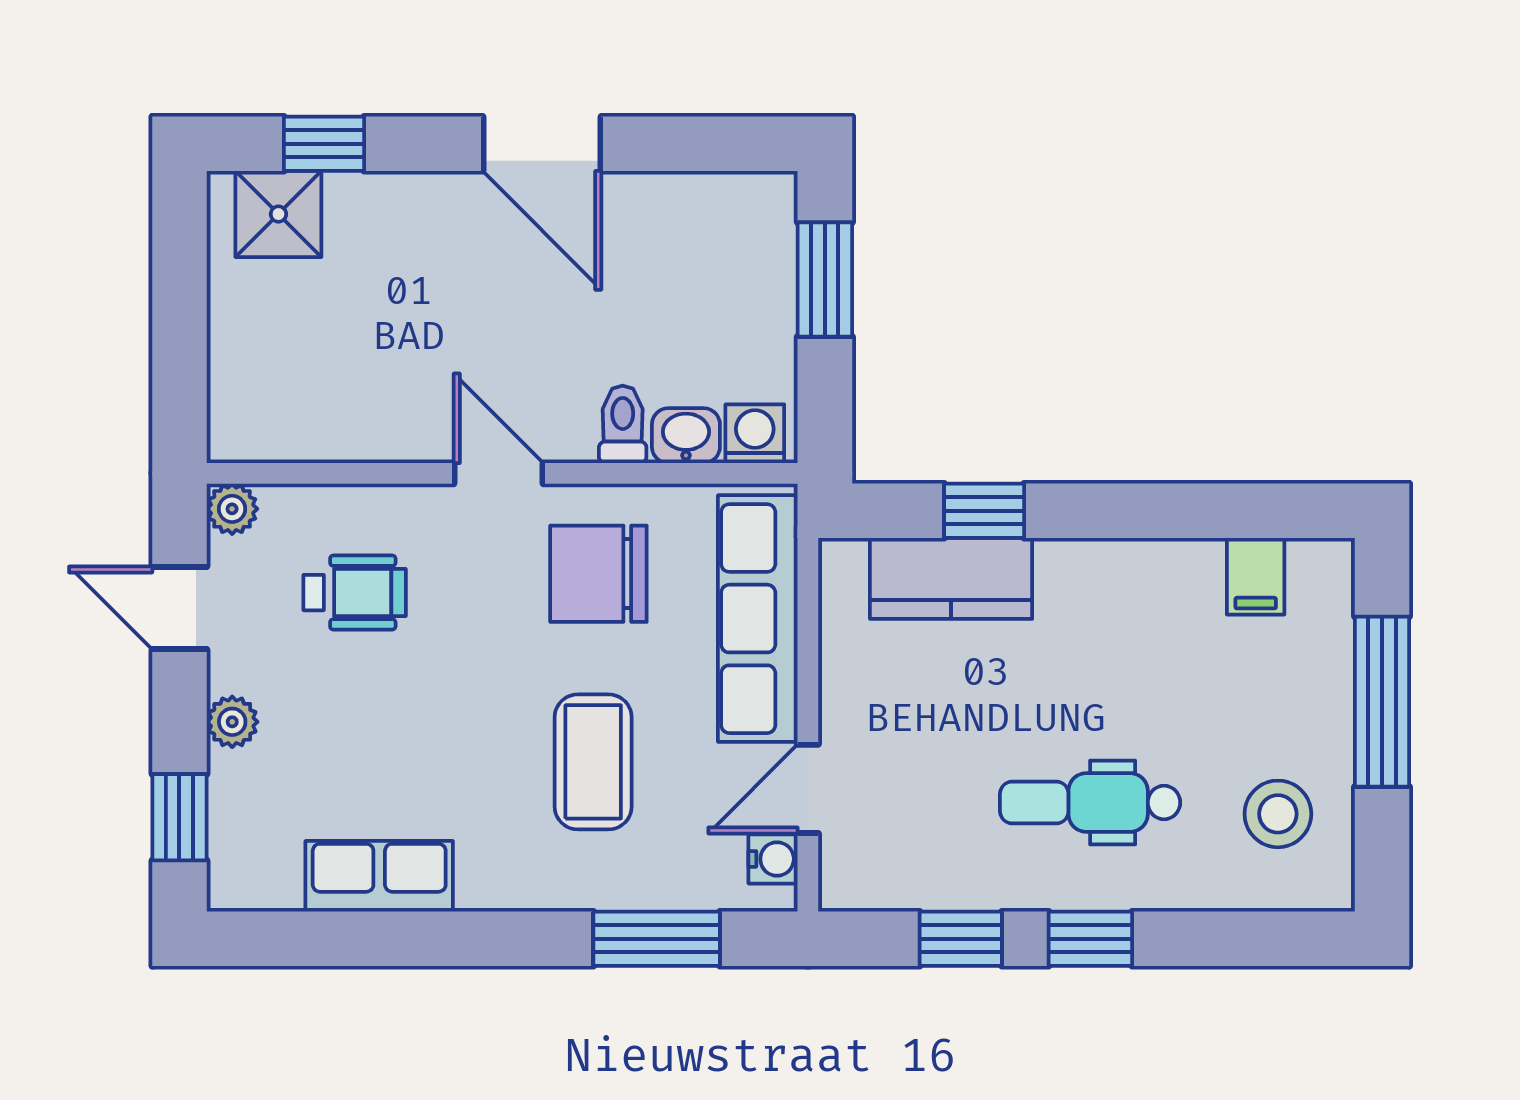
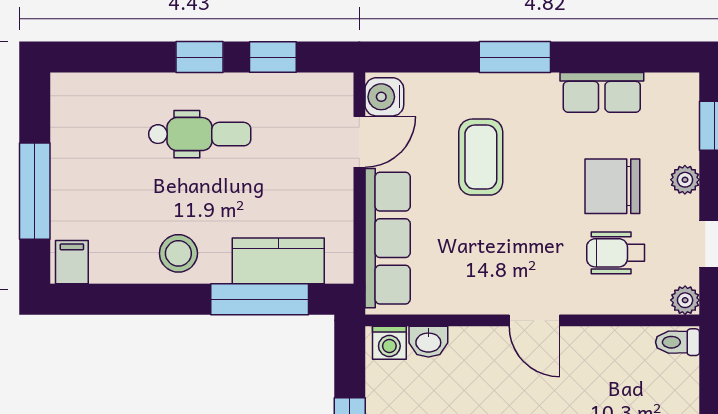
toilet: (623, 424) -> (677, 342), moved, turned 90
window: (984, 511) -> (260, 299), width x2.17
chair: (598, 574) -> (612, 186), moved, turned 180
filing cabinet: (1256, 576) -> (72, 262), moved
stool: (1278, 814) -> (178, 253), moved
water cooler: (773, 859) -> (384, 97), width x1.38, depth x1.38
window: (657, 939) -> (515, 57), moved

